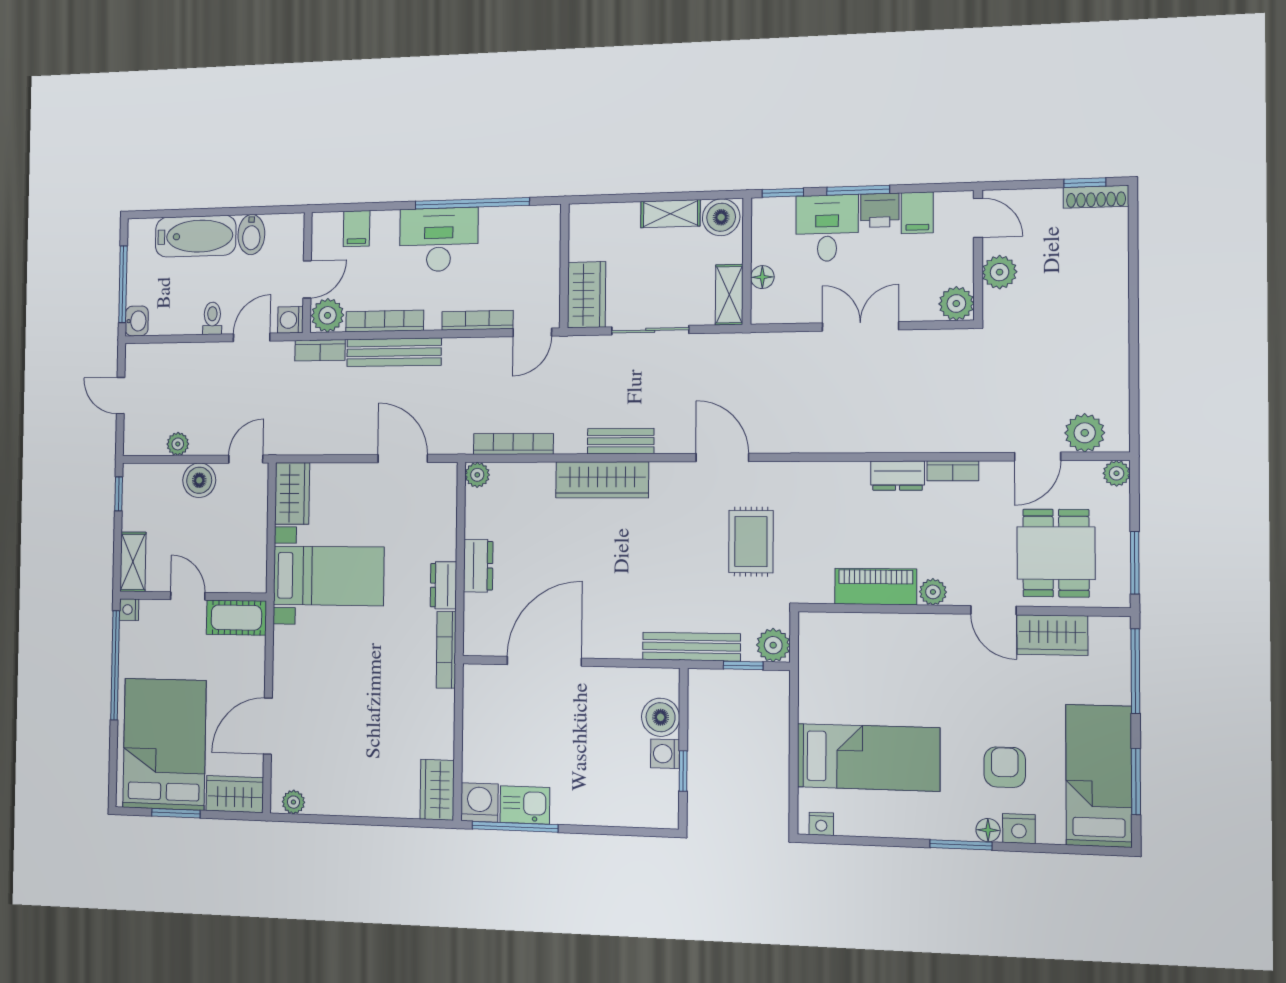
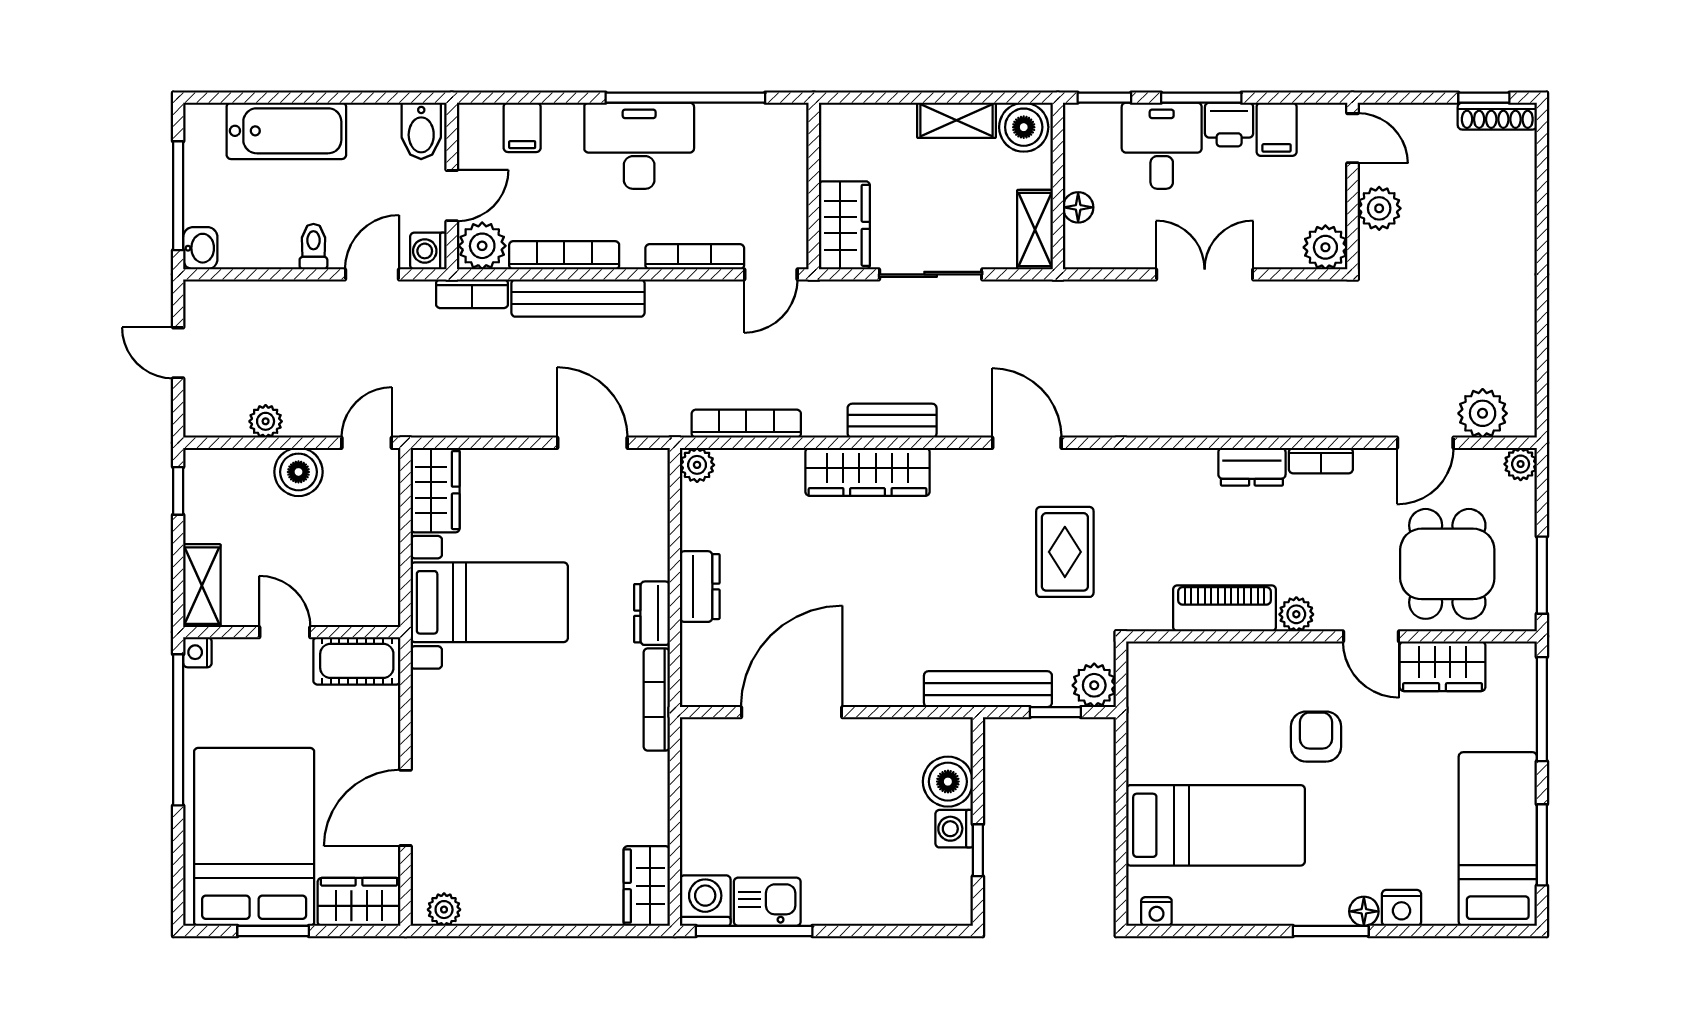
bidet: (251, 235) -> (421, 131), moved
armchair: (1005, 767) -> (1316, 737), moved

